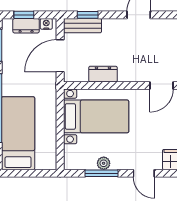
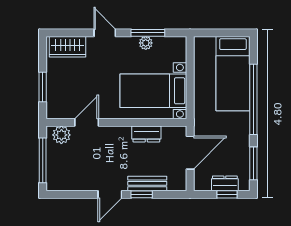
window: (88, 15) -> (142, 194), moved
nightstand: (46, 24) -> (204, 185), removed
bench: (82, 26) -> (147, 183), moved

